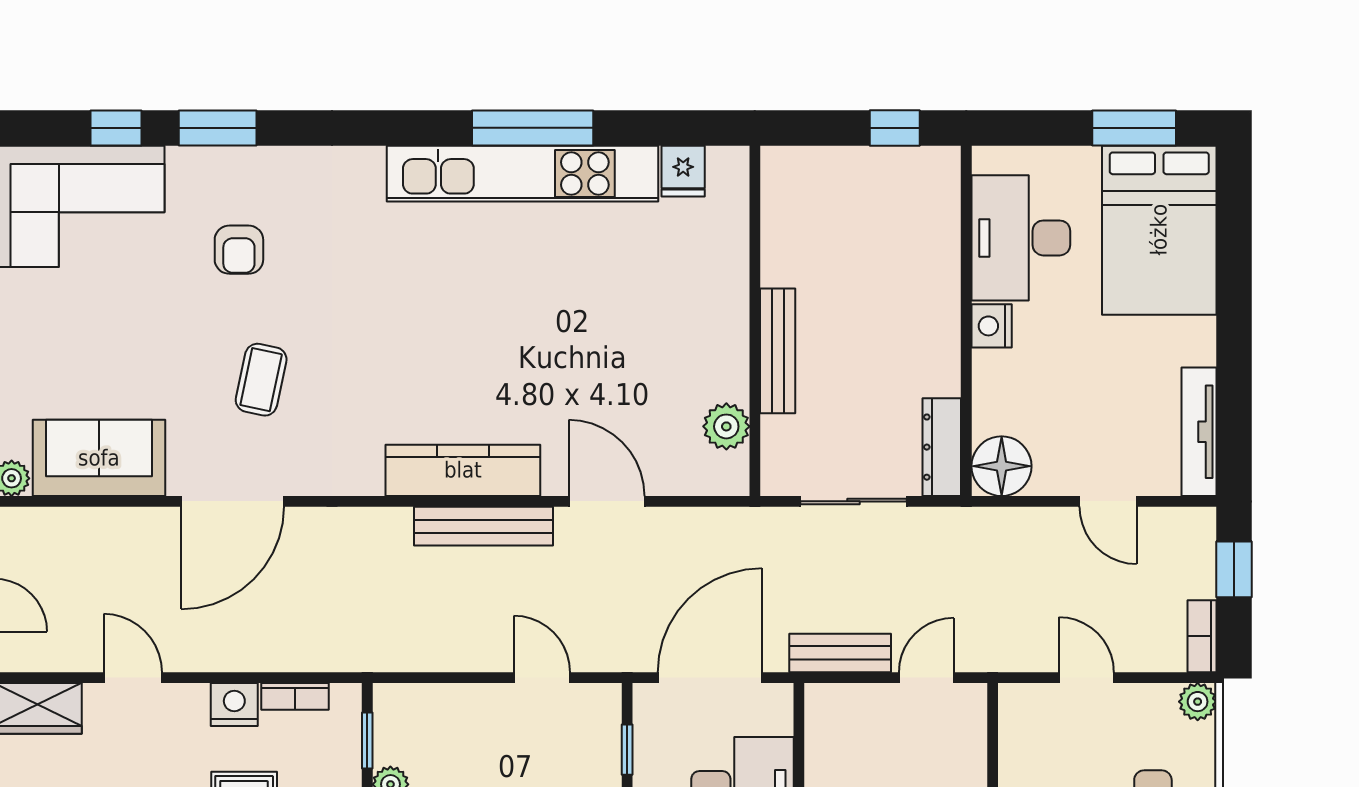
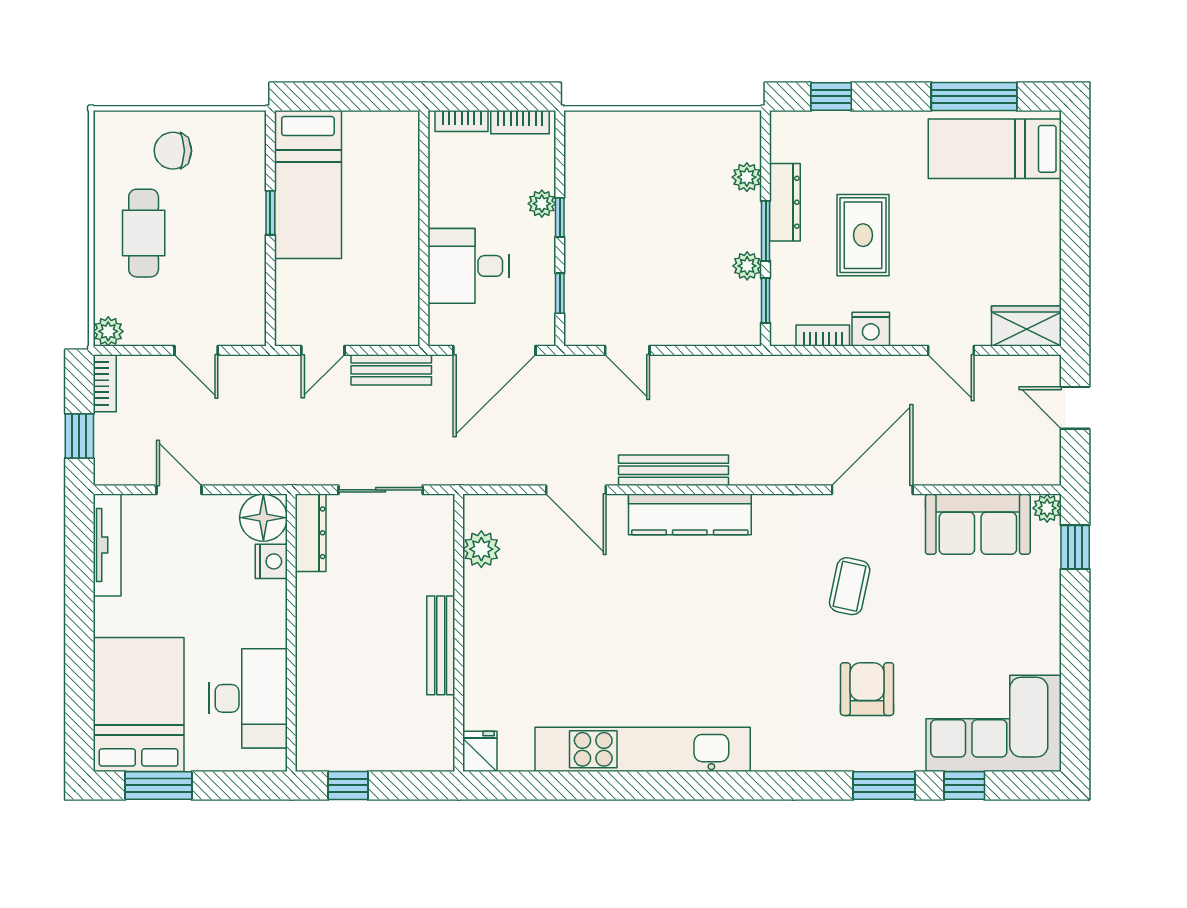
window: (533, 128) -> (635, 785), removed
fridge: (683, 171) -> (480, 751), moved
armchair: (239, 250) -> (867, 689), width x1.38, depth x1.38
nightstand: (992, 326) -> (271, 561), moved
bench: (778, 351) -> (441, 645), moved

